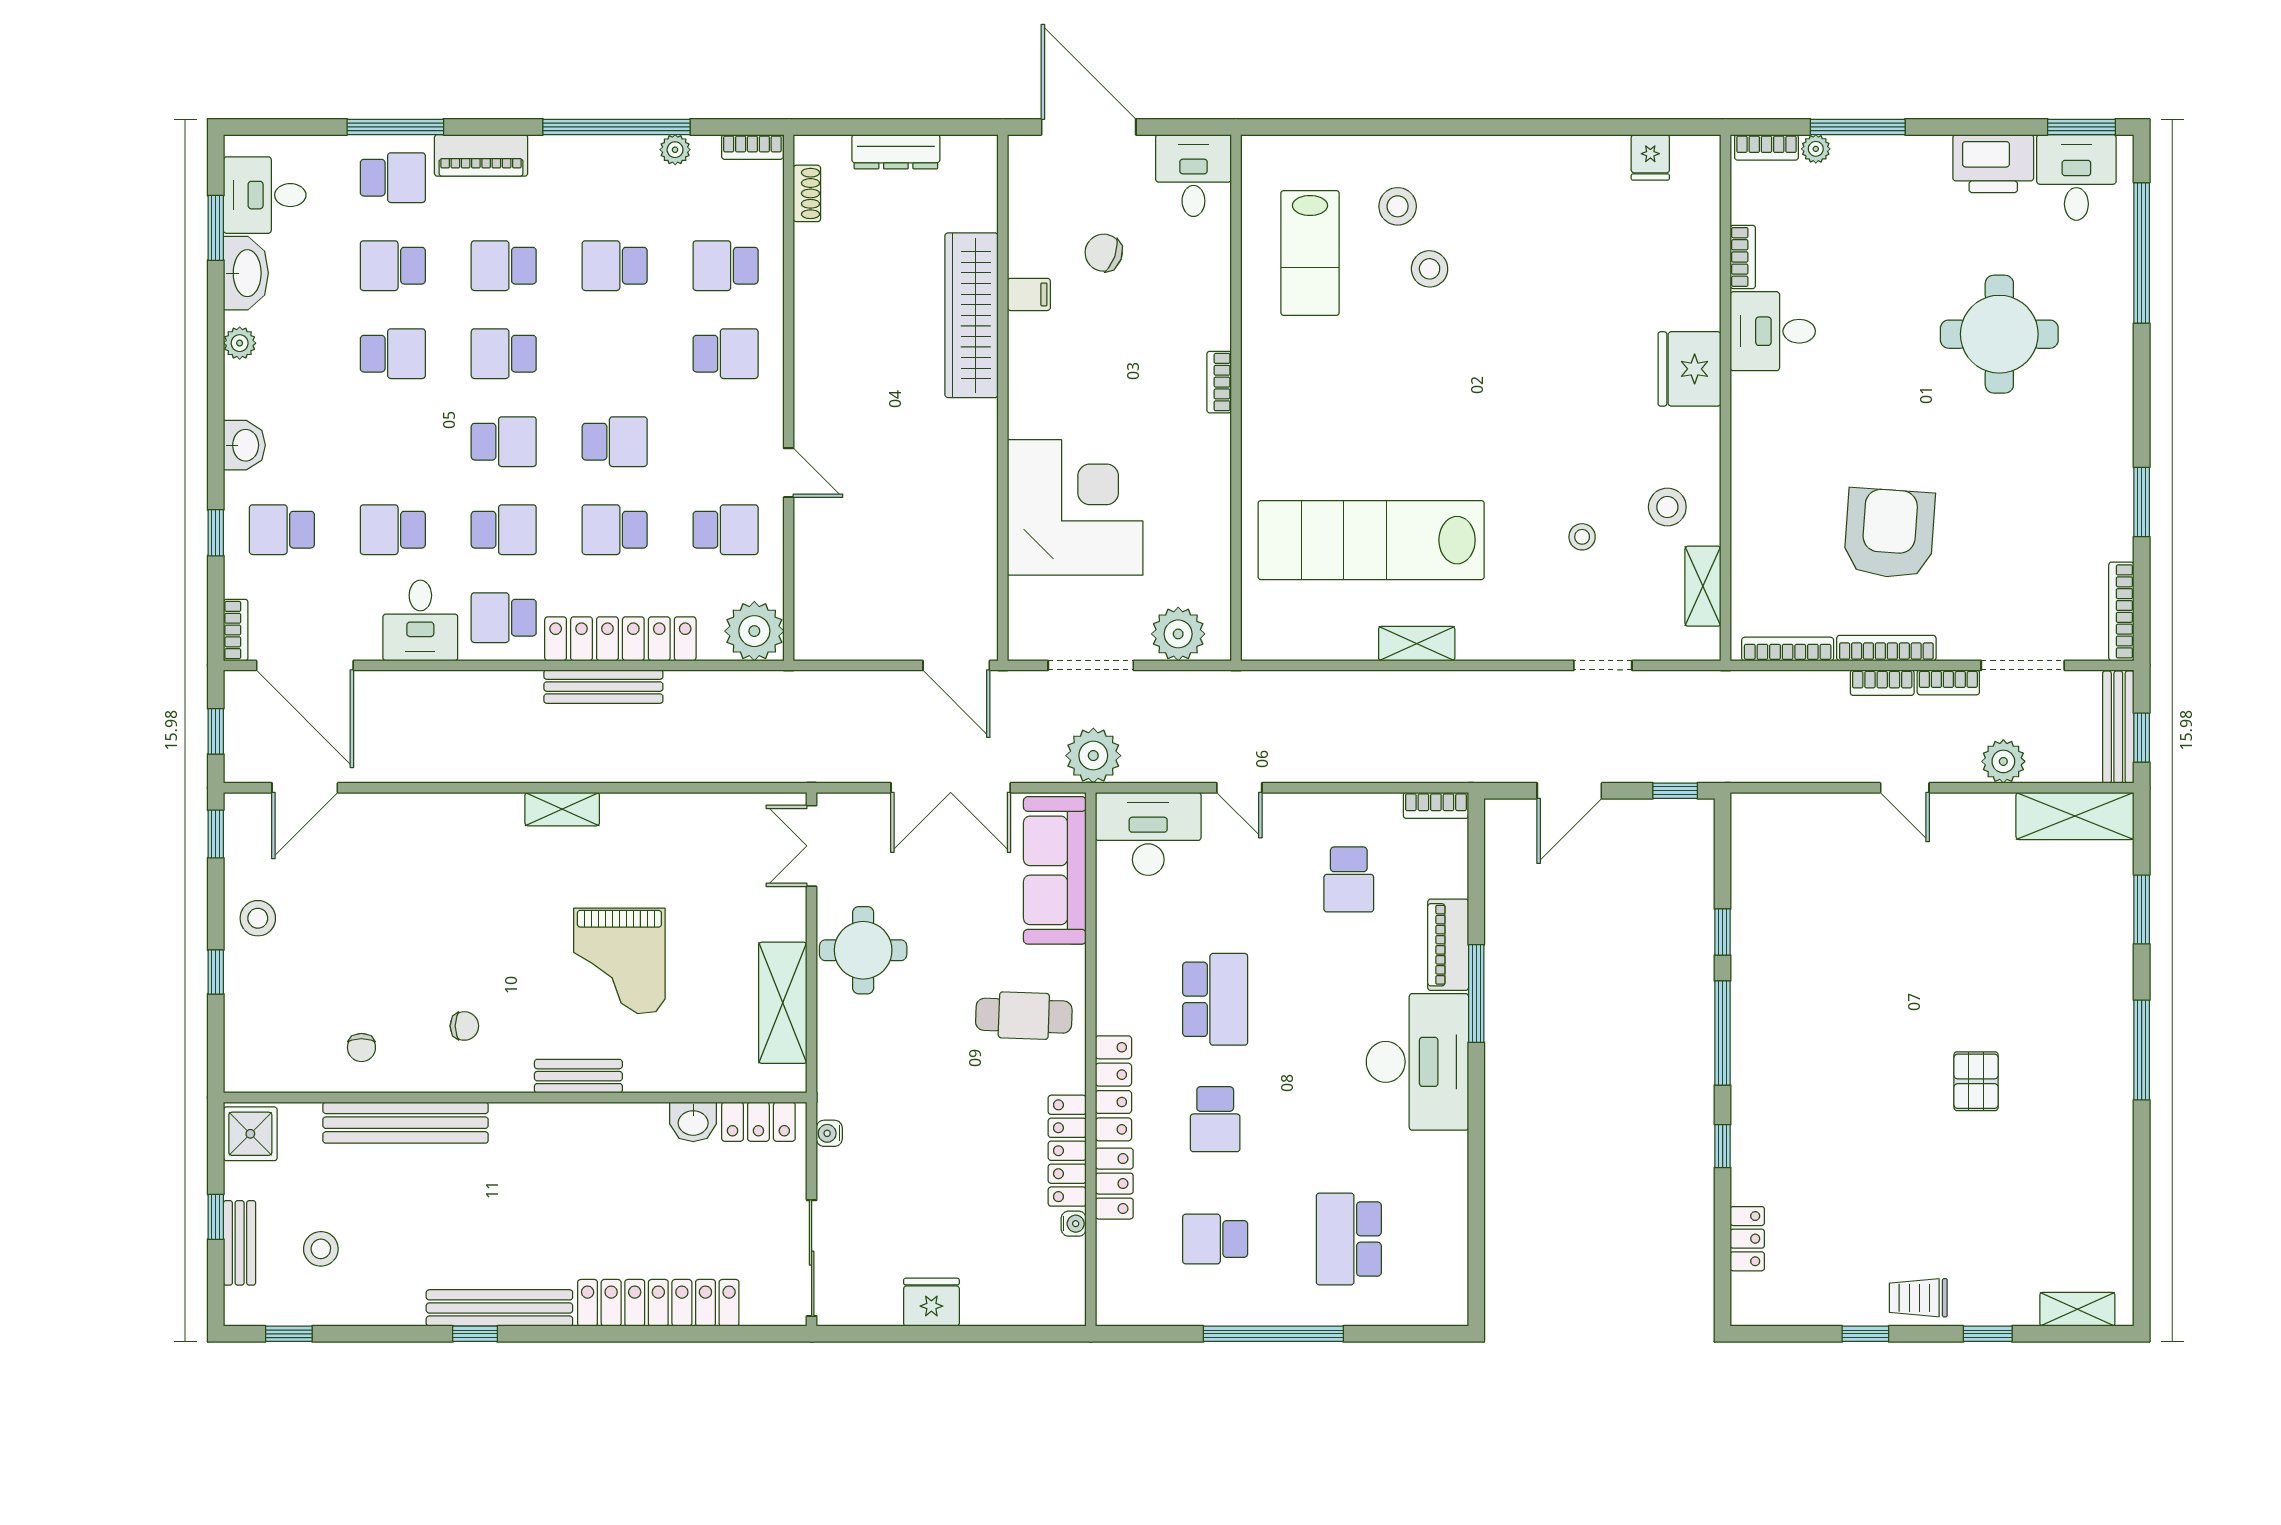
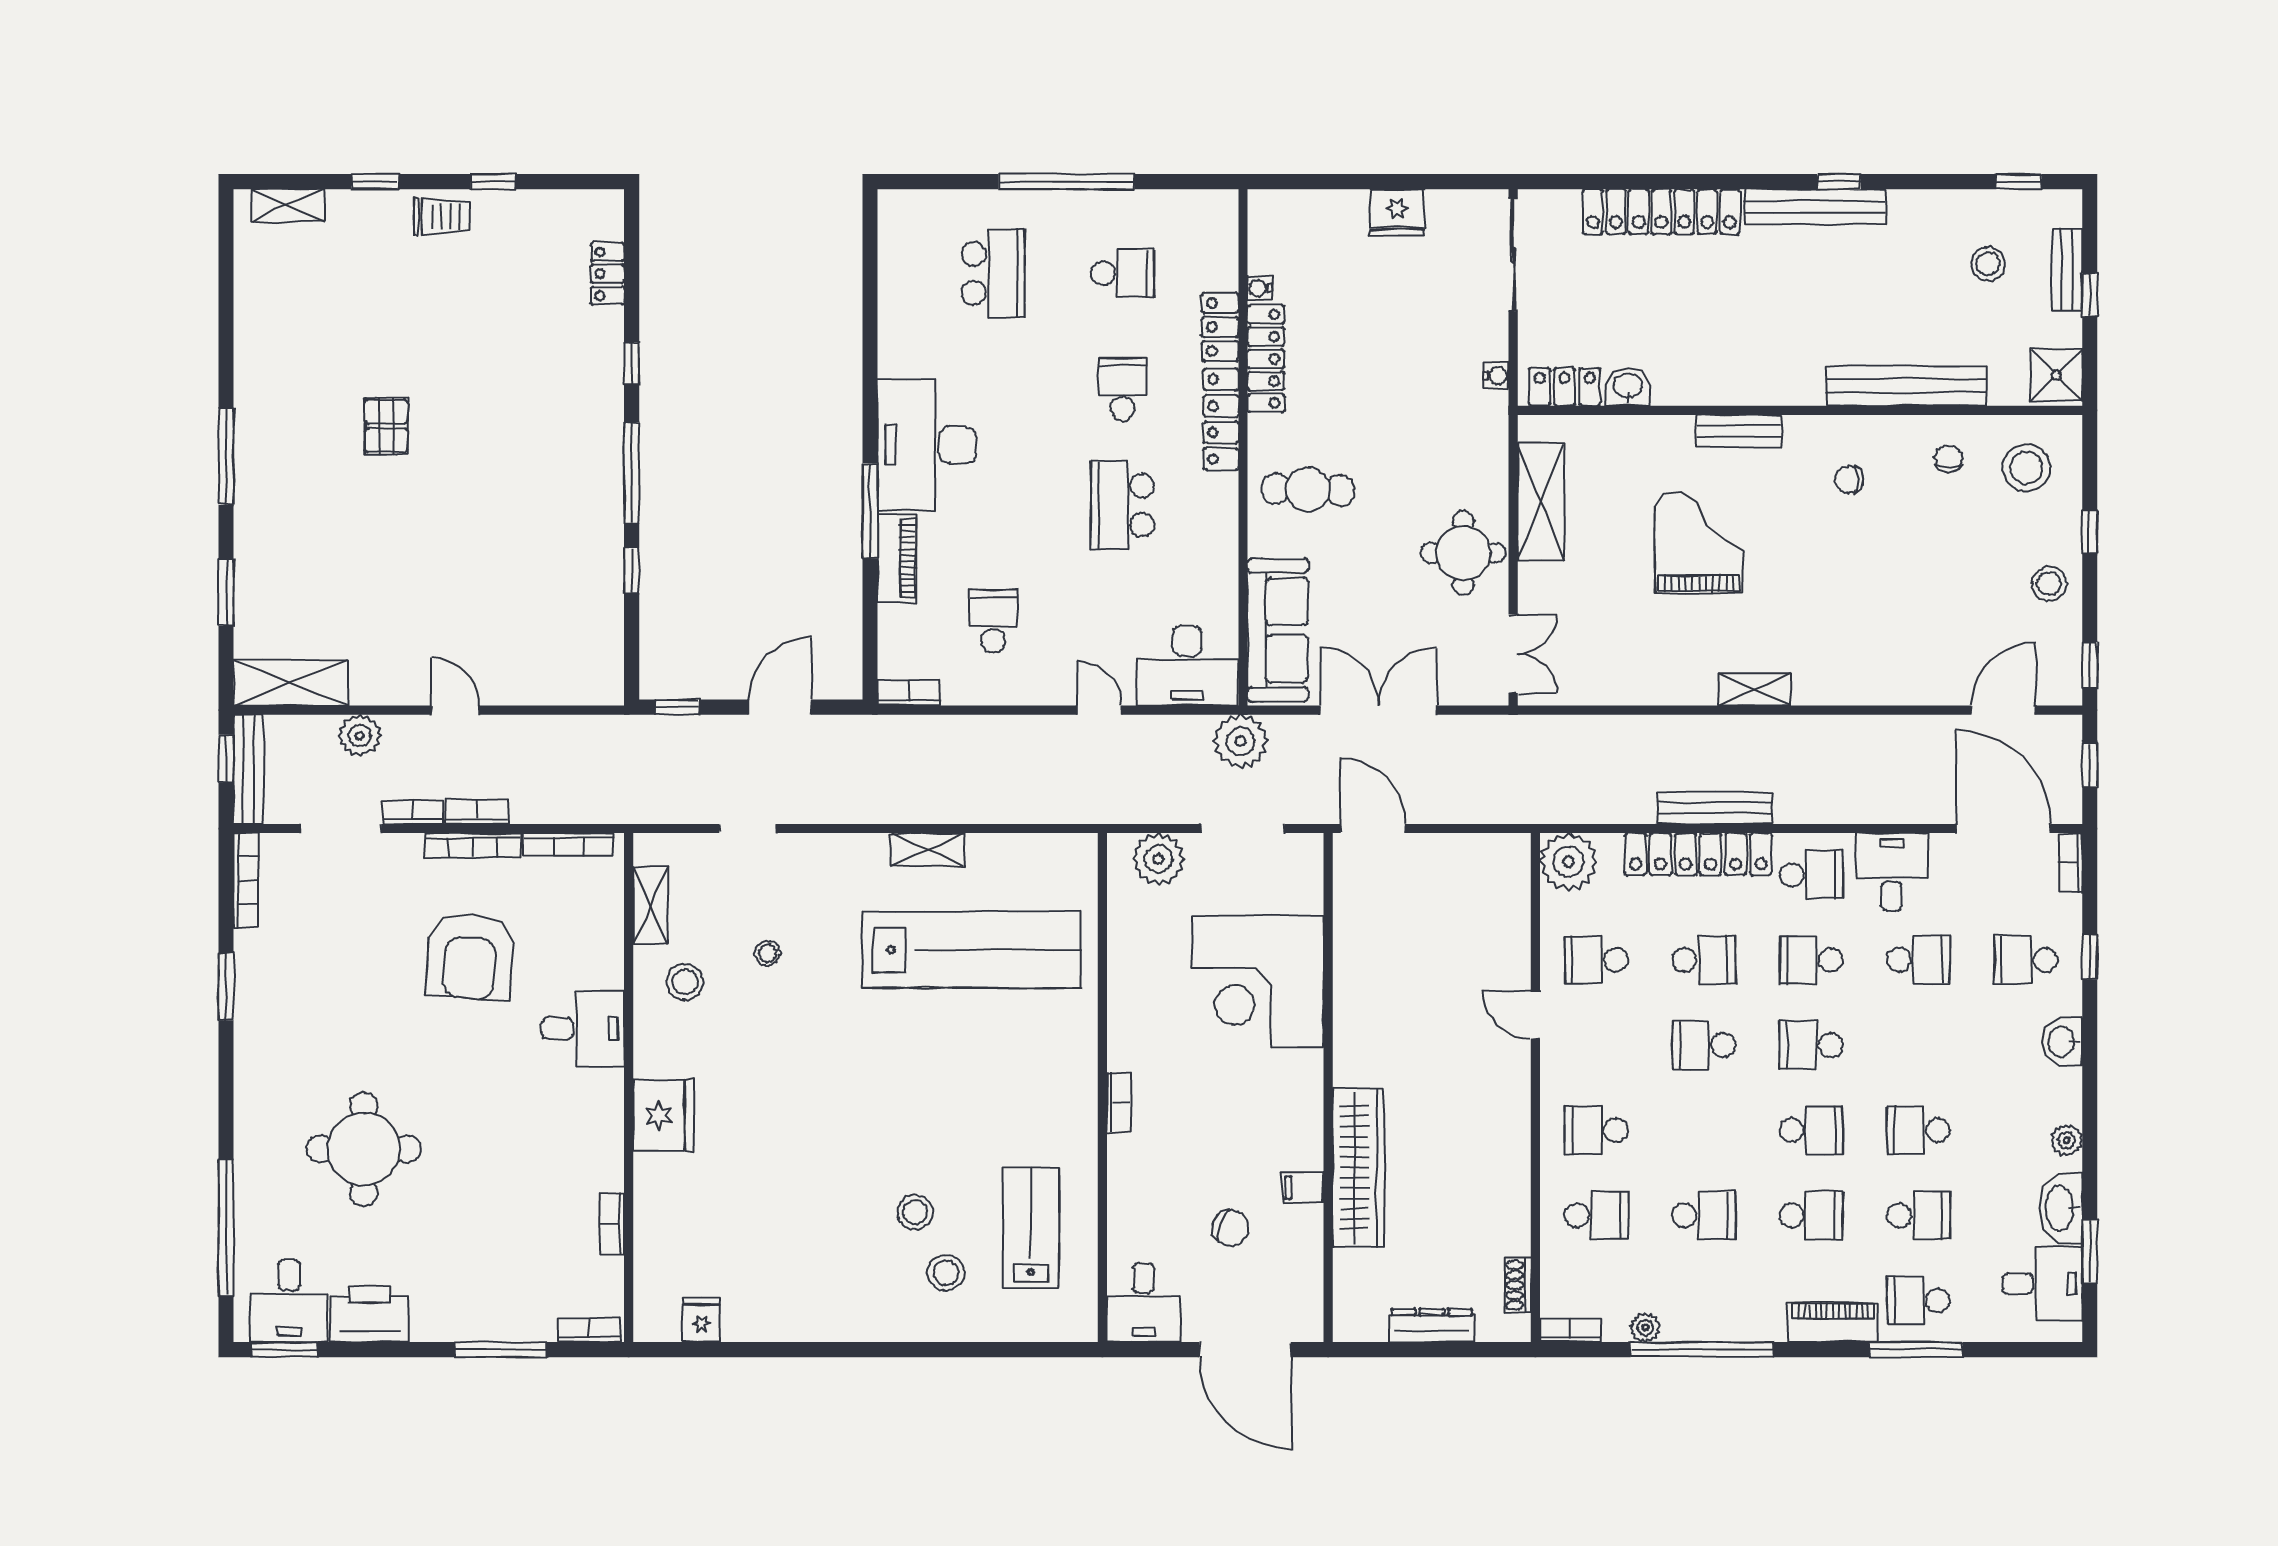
plant: (1816, 149) -> (541, 1328), removed
desk: (1773, 331) -> (583, 1028), moved
school desk: (282, 530) -> (2026, 960), turned 180
stool: (281, 1038) -> (2026, 468), added

